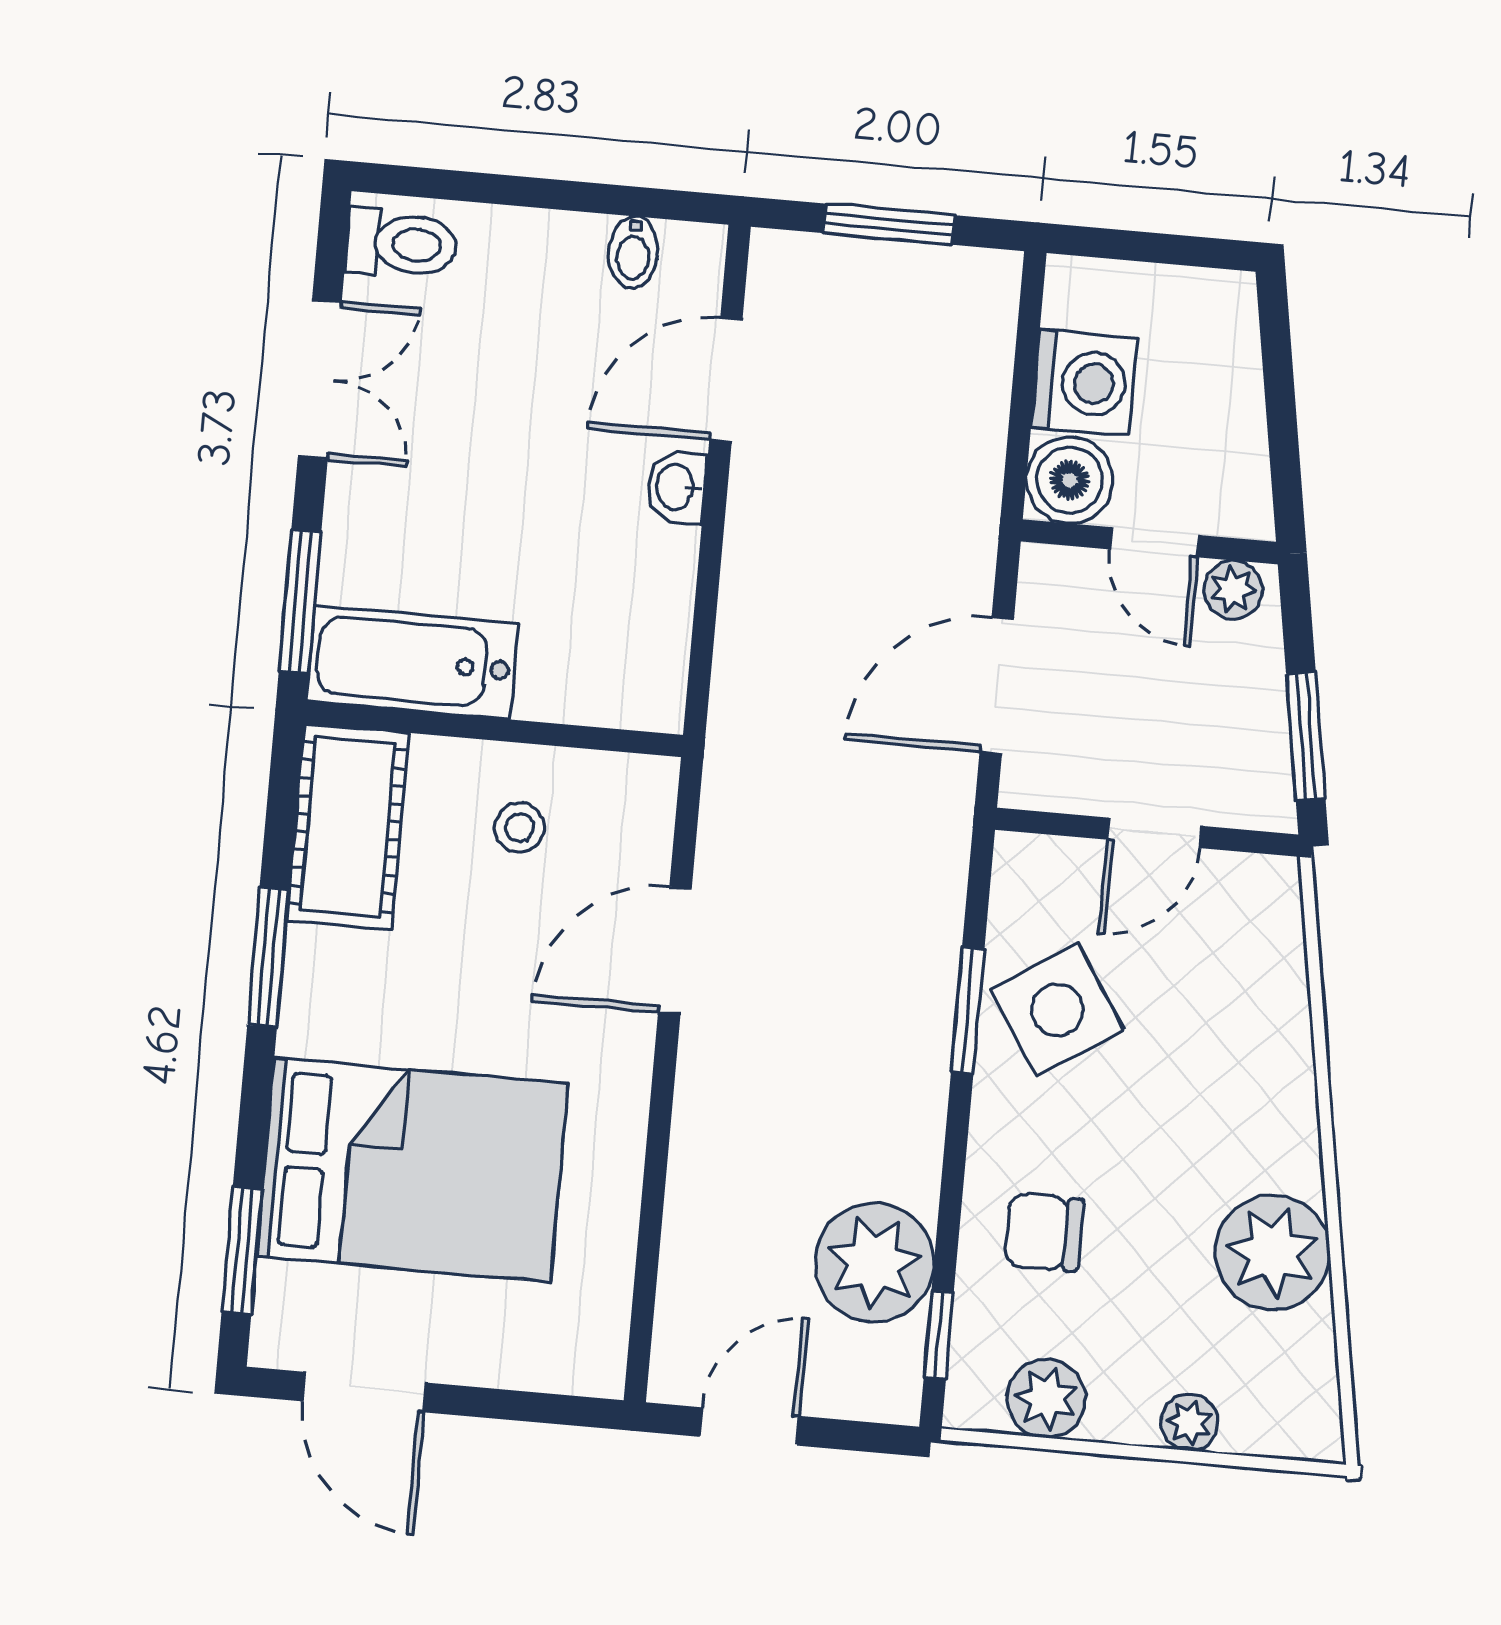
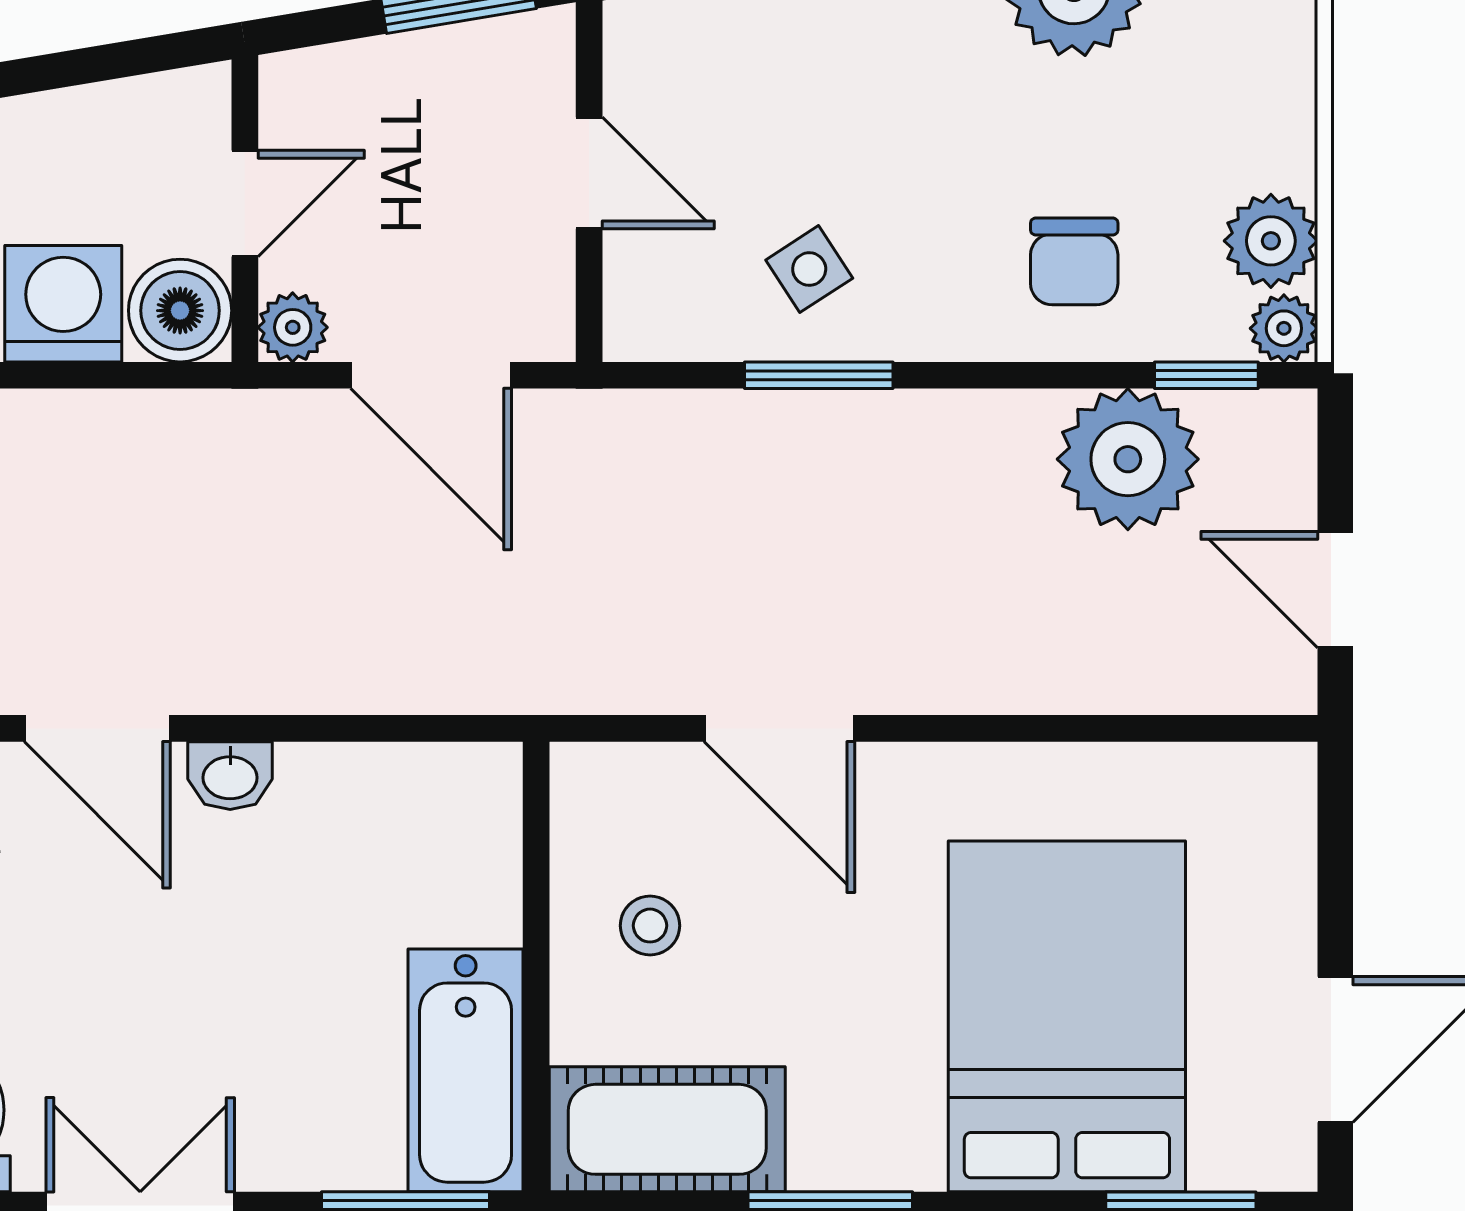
plant: (1233, 590) -> (293, 327), moved
side table: (1057, 1010) -> (809, 269), width x0.54, depth x0.54
plant: (1189, 1422) -> (1284, 328), moved

